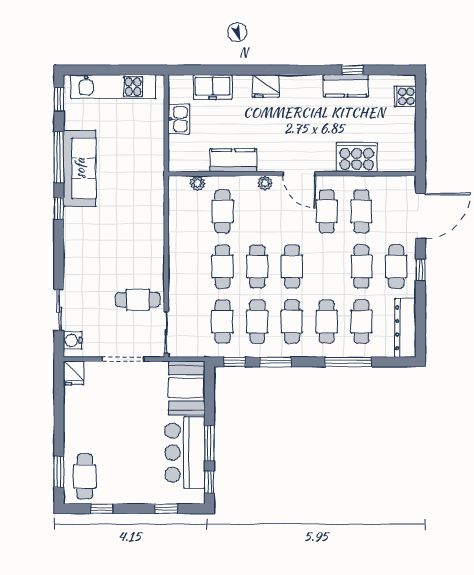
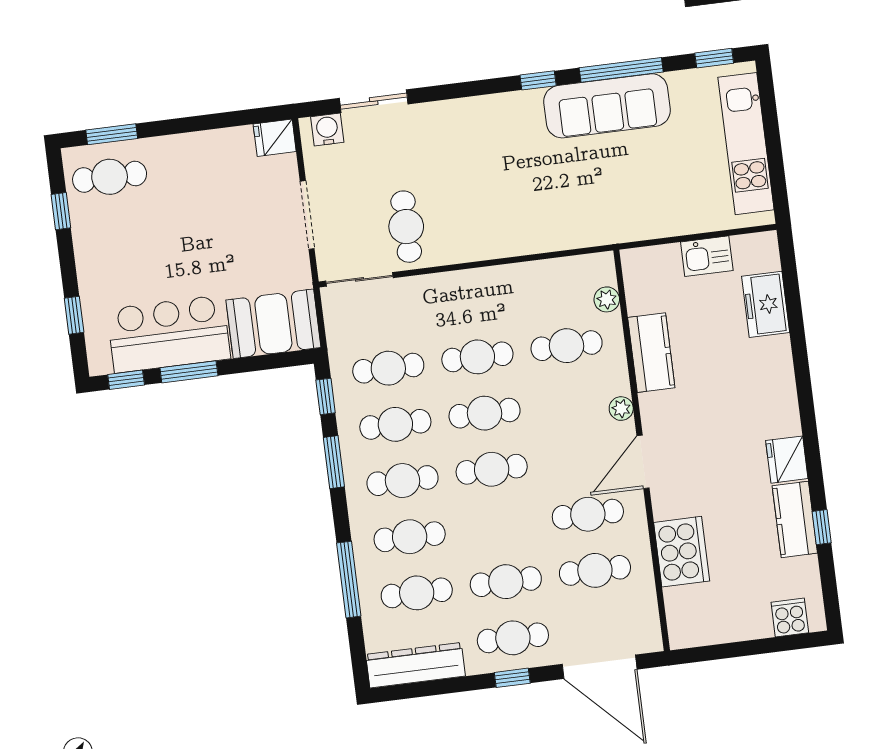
fridge: (266, 86) -> (787, 460), moved

